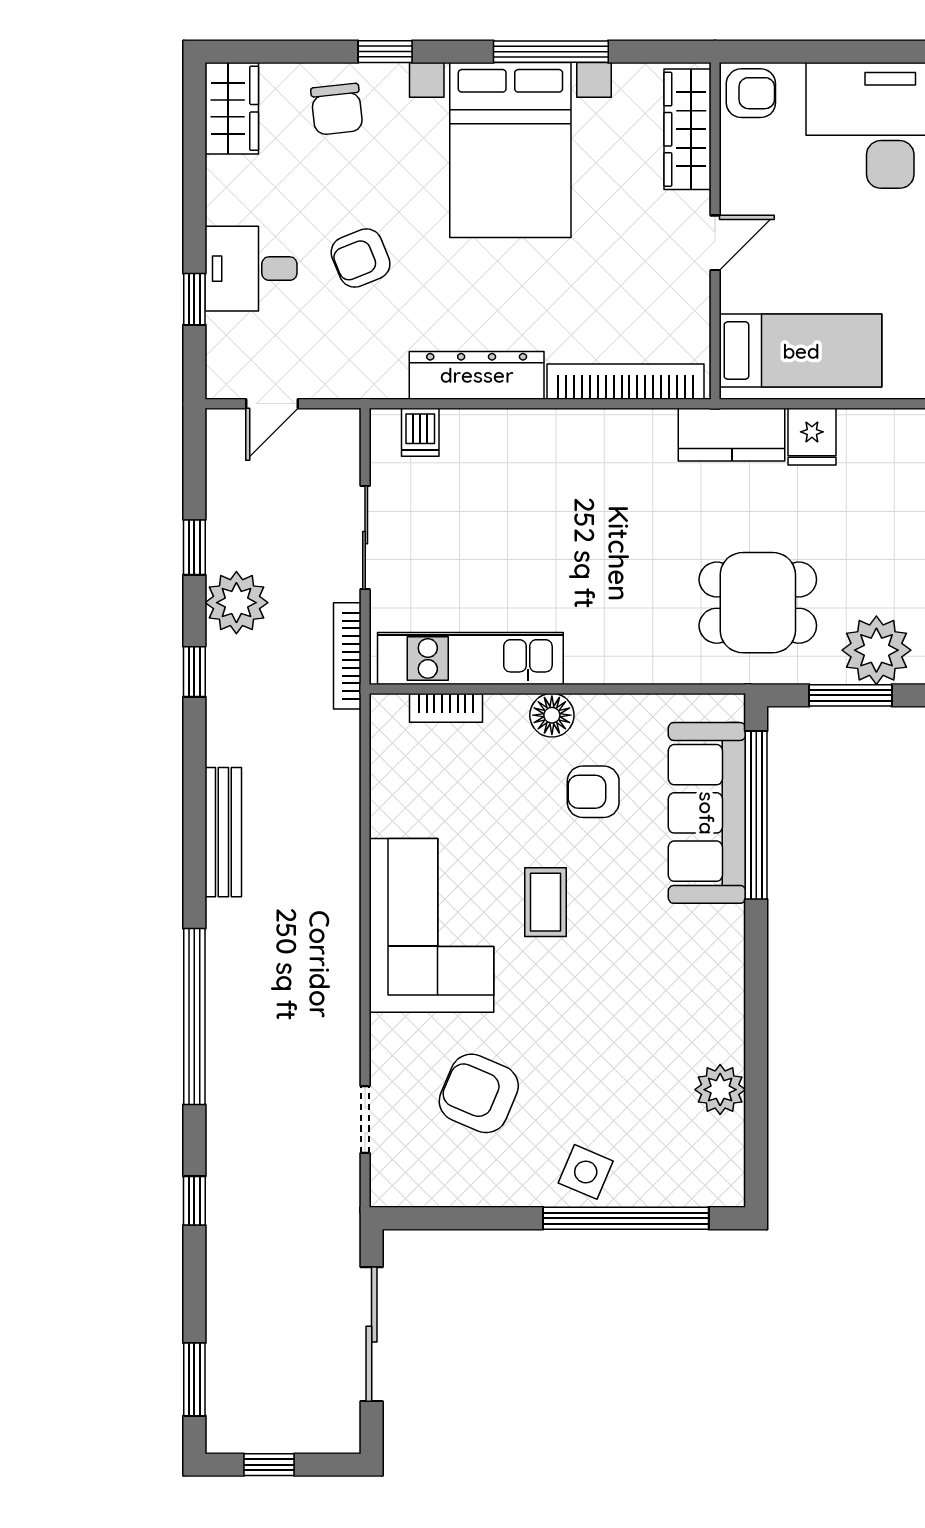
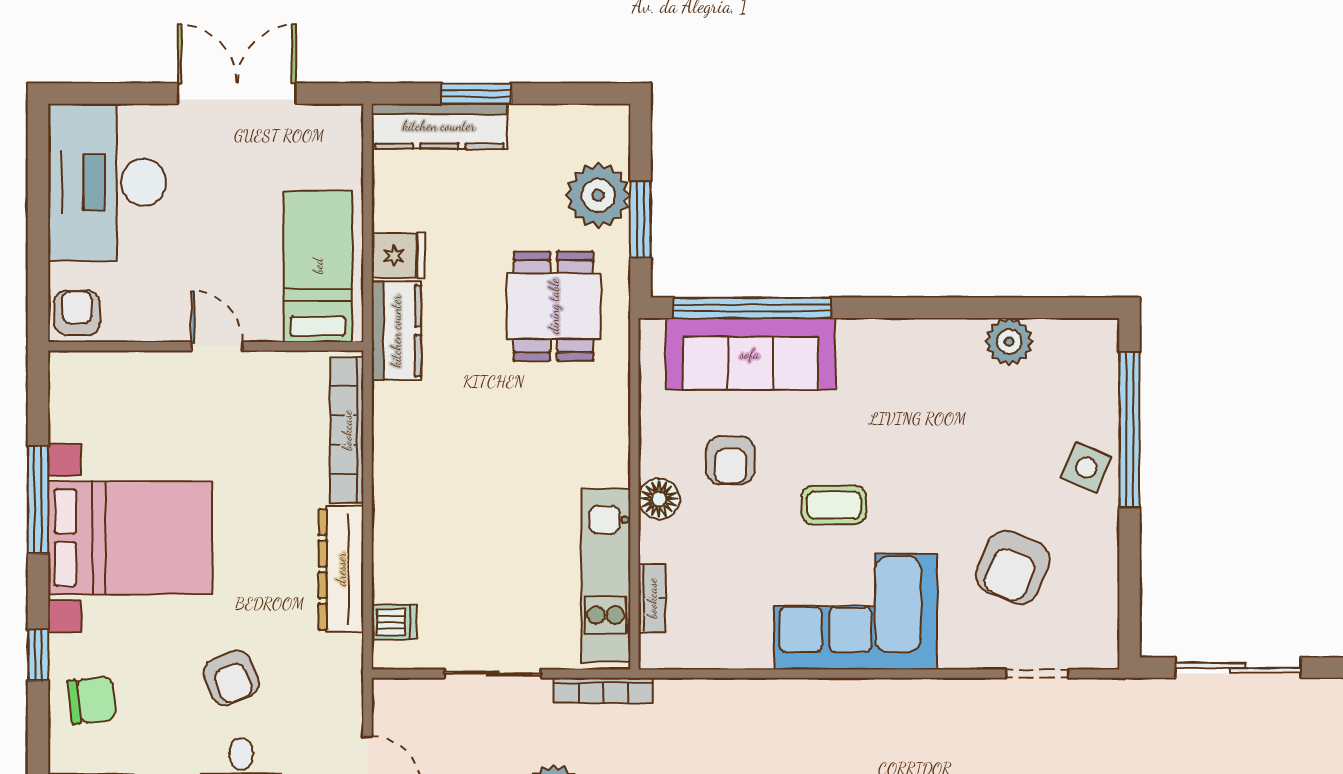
wardrobe: (687, 129) -> (111, 372), removed

